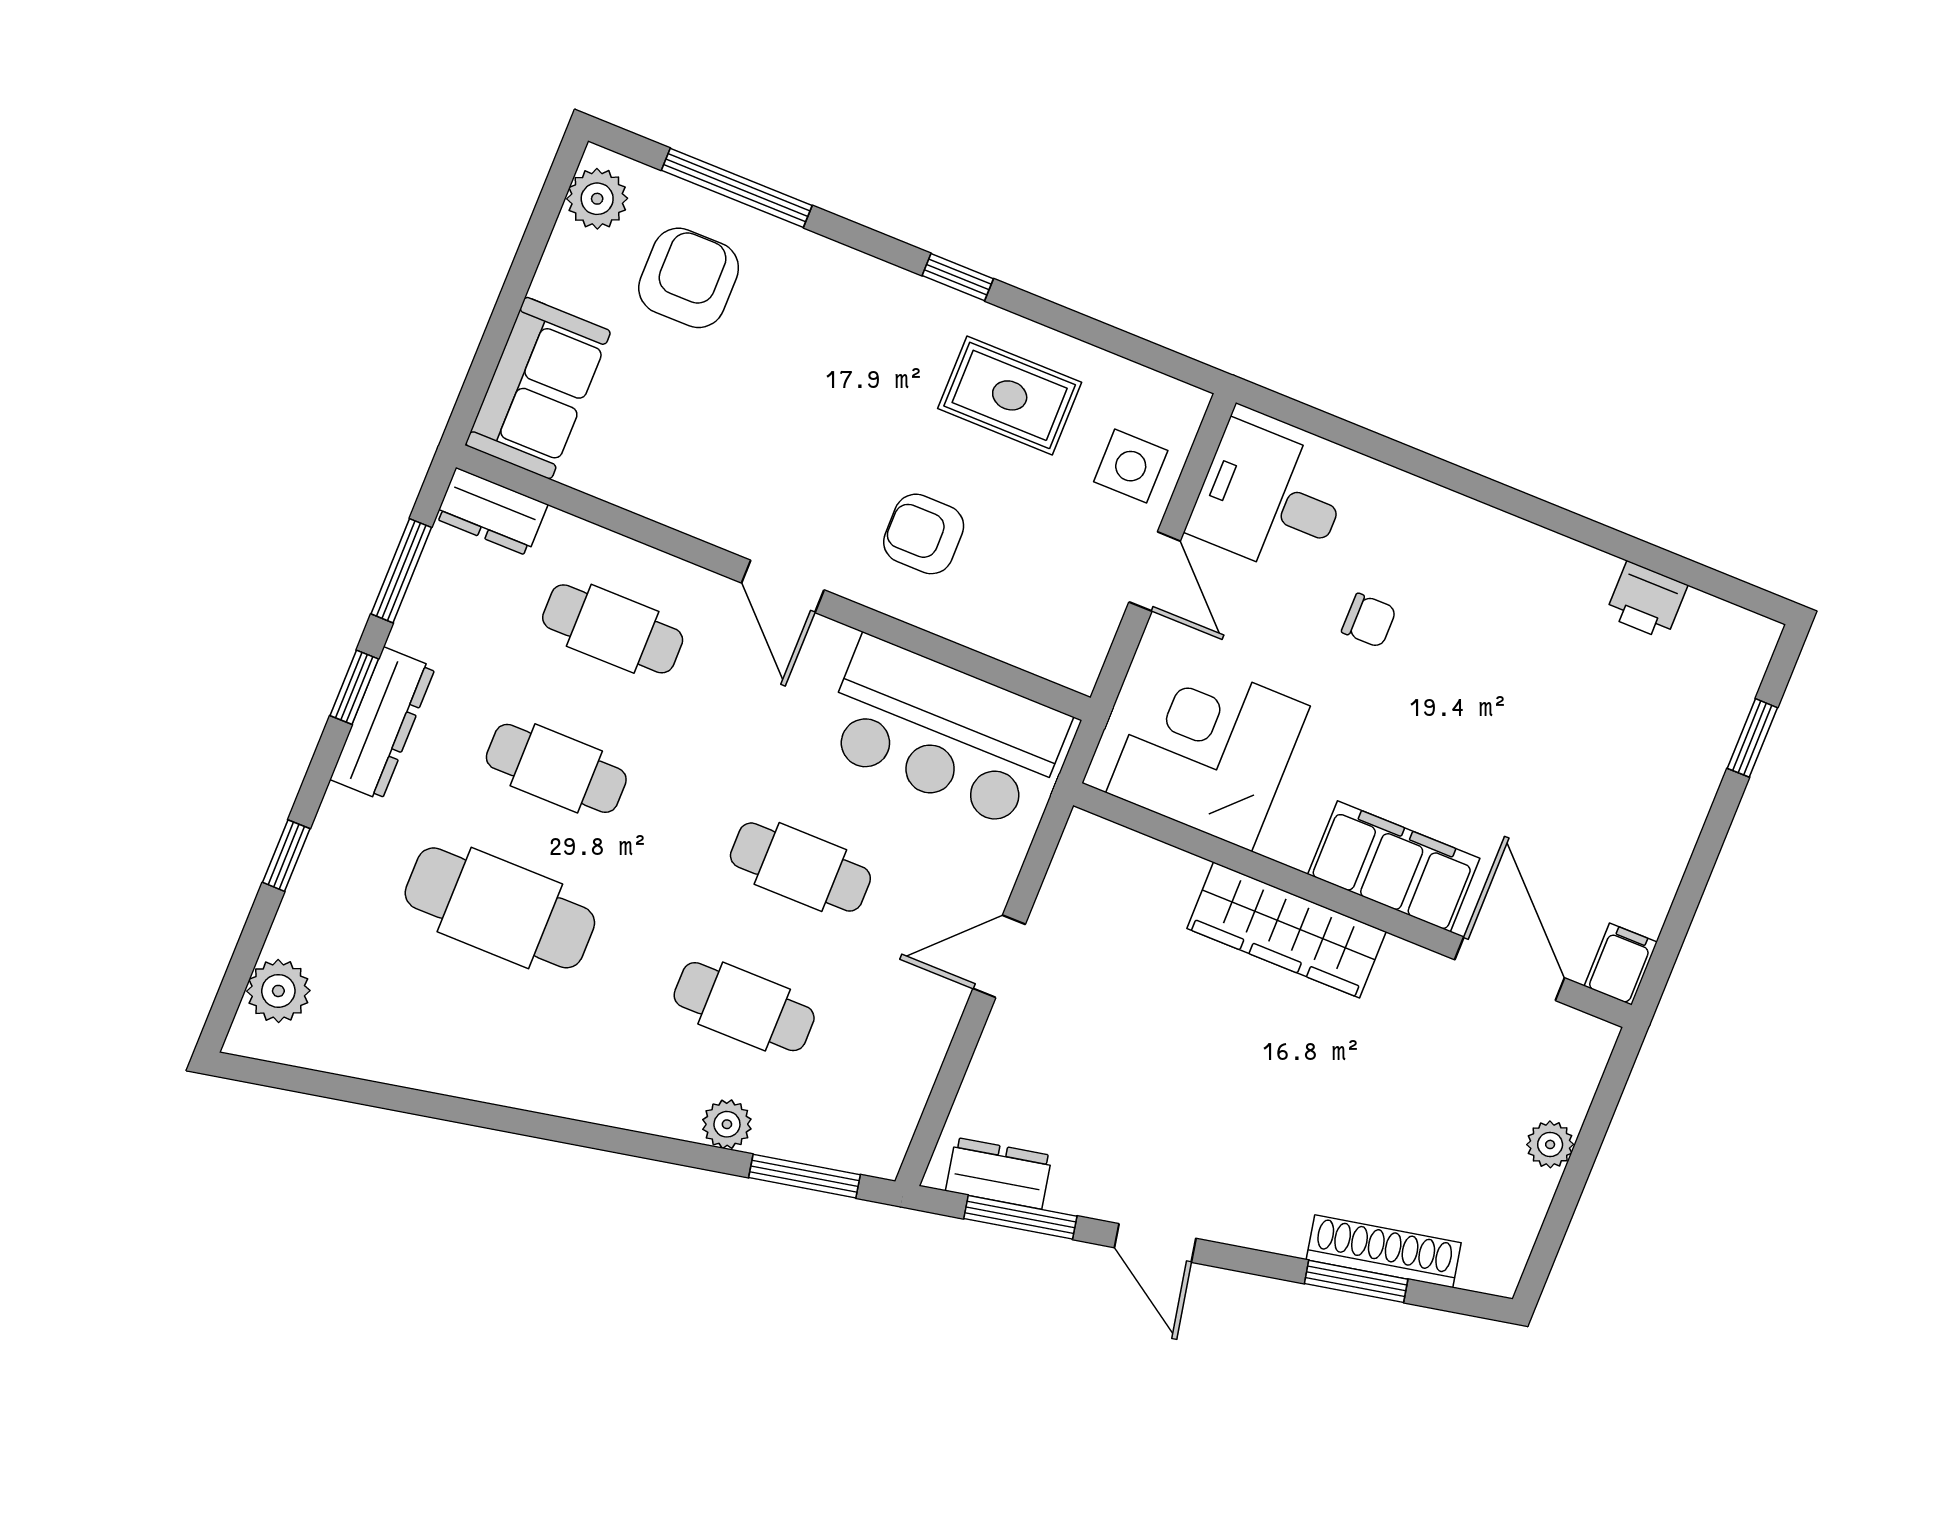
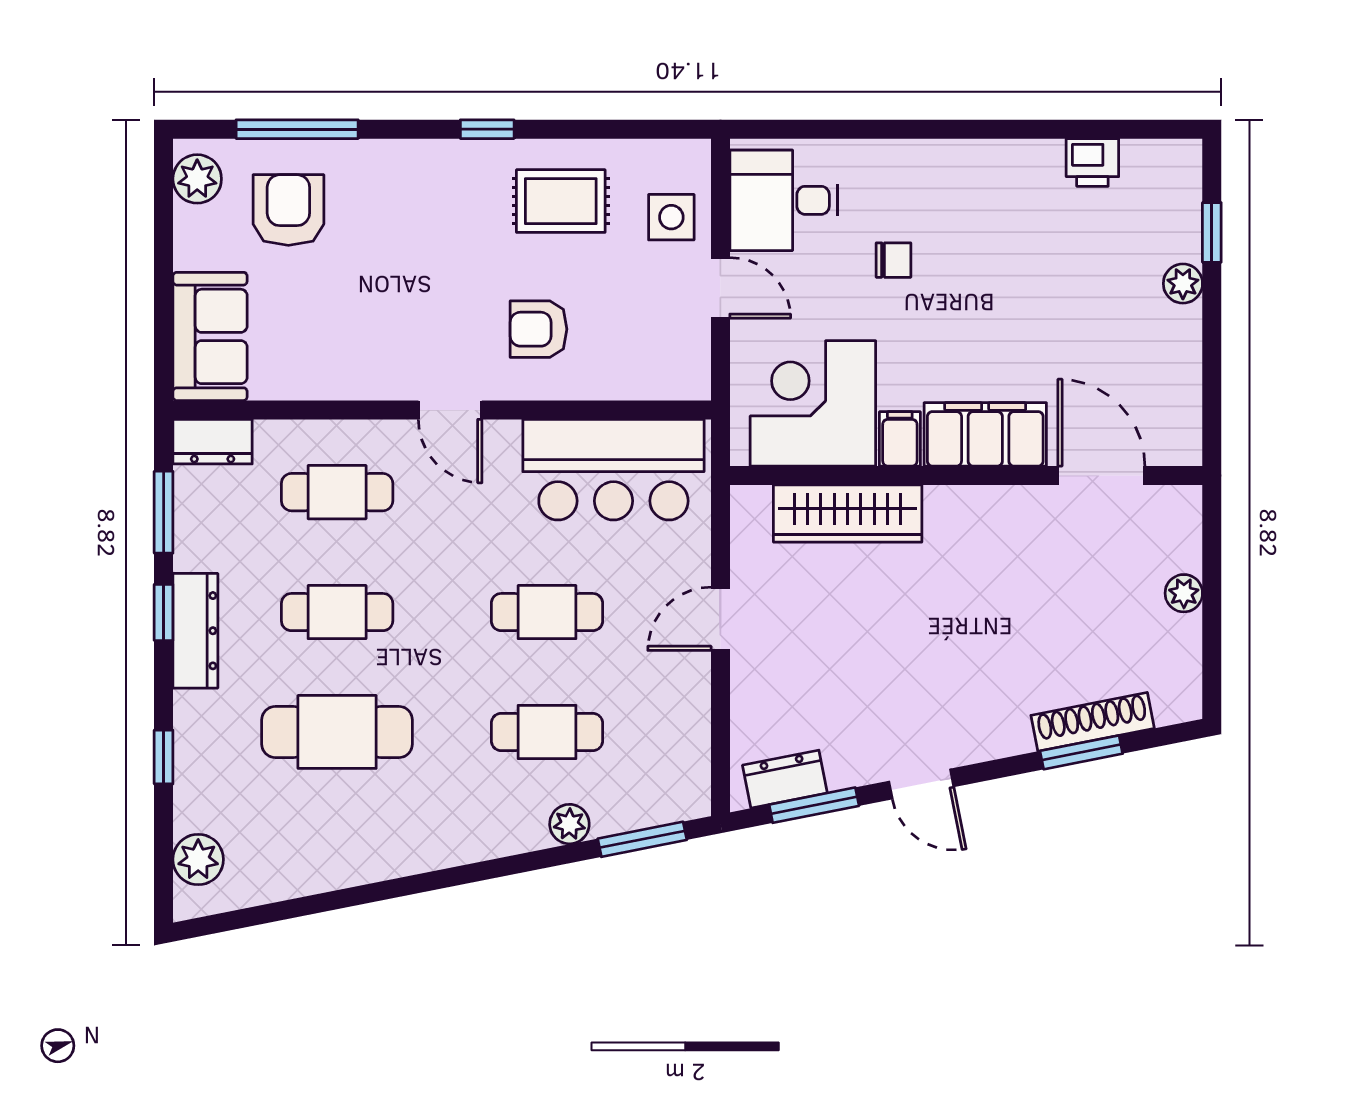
plant: (1695, 784) -> (1183, 284), added
wardrobe: (1286, 930) -> (848, 513), moved
filing cabinet: (1621, 964) -> (900, 439), moved

